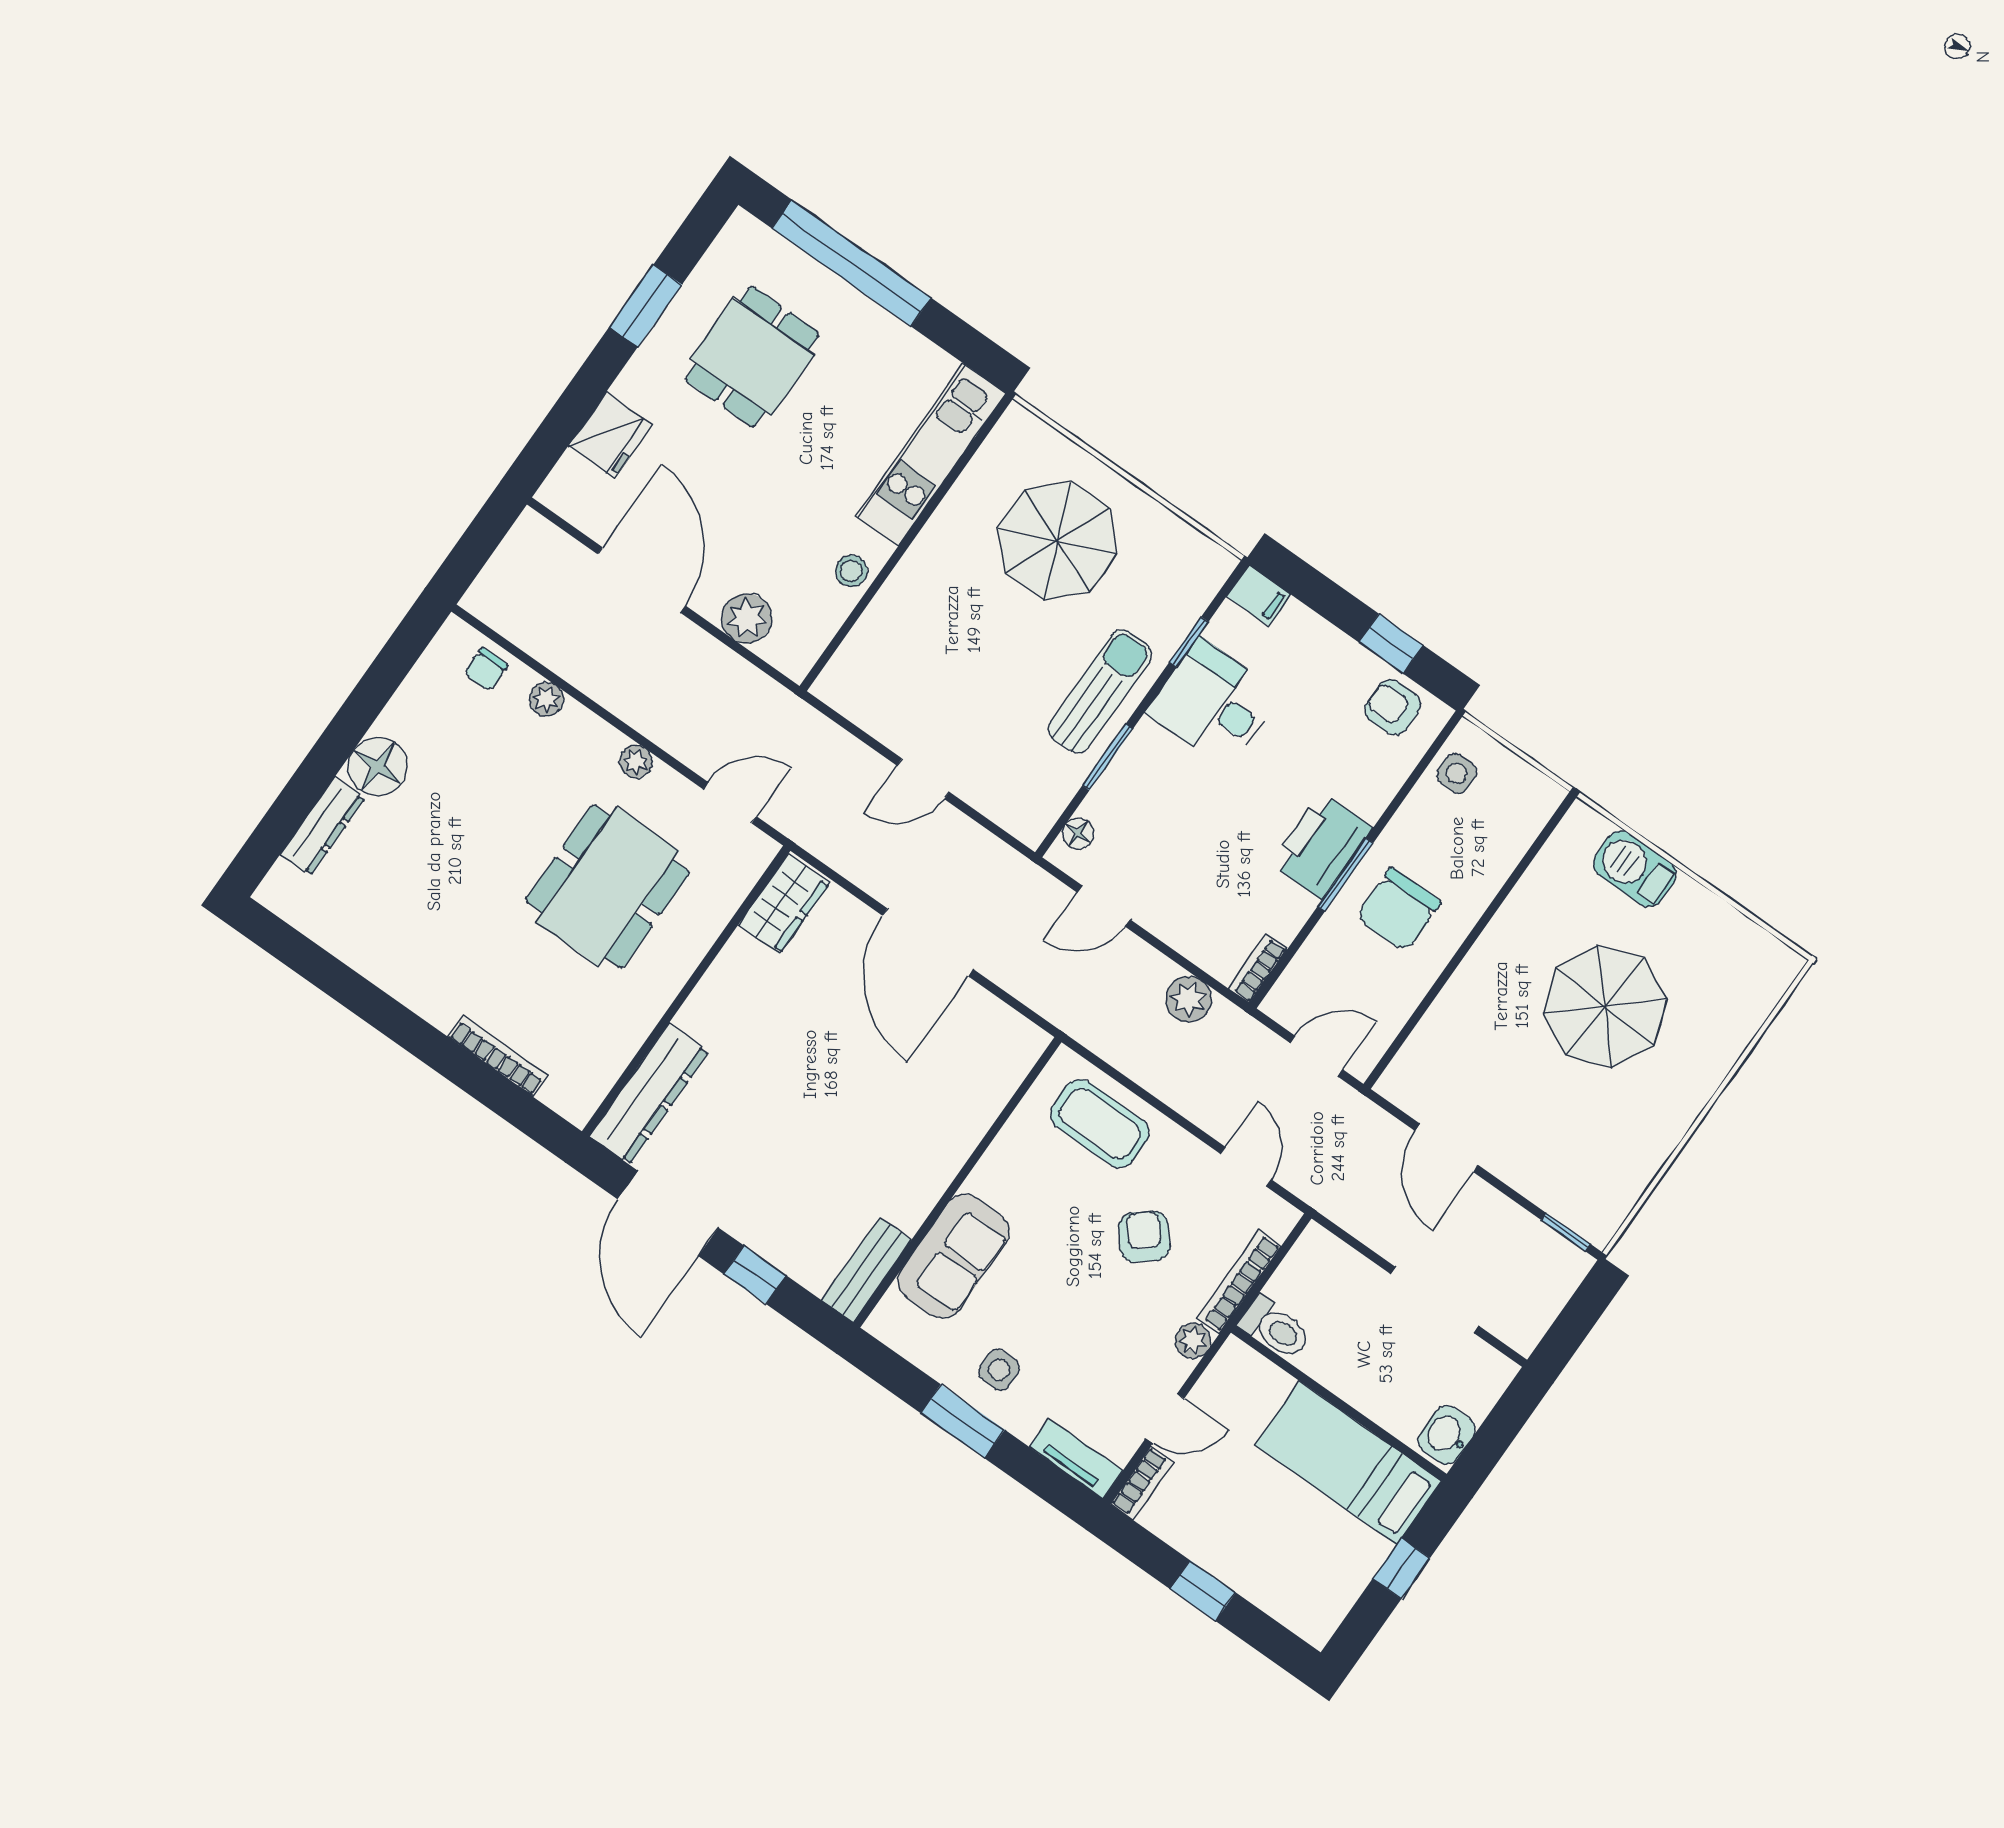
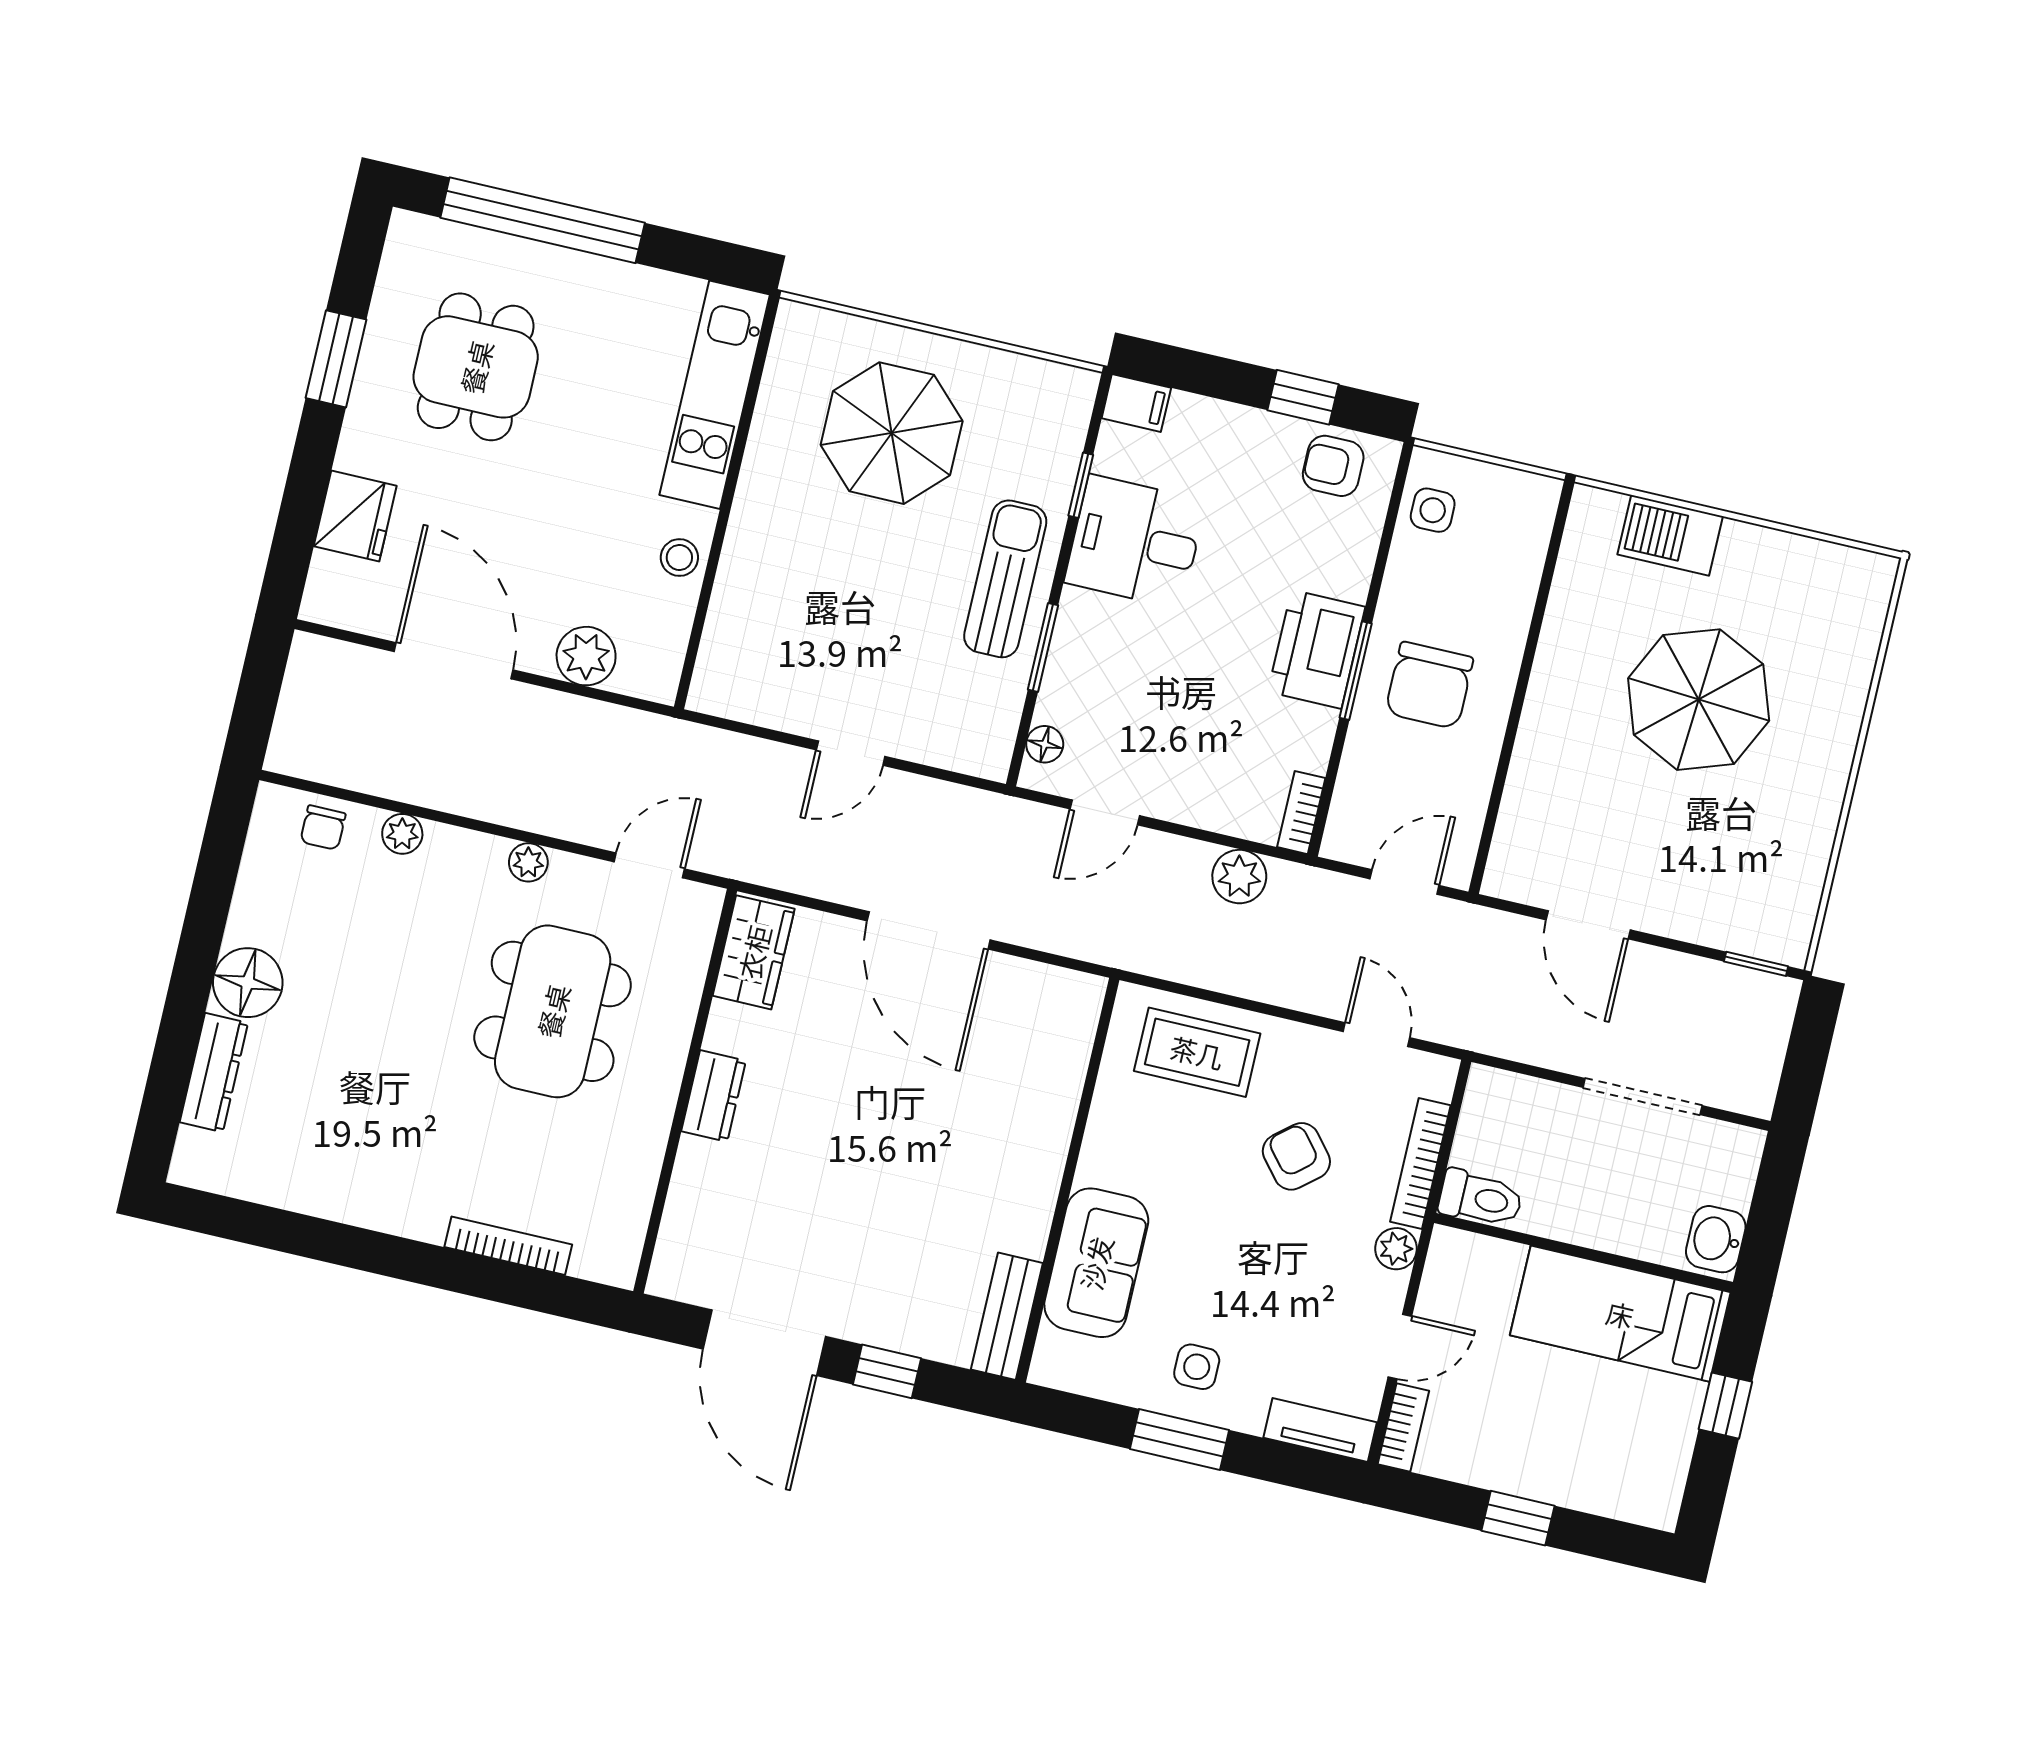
dresser: (649, 1094) -> (714, 1096), moved, width x0.51, depth x0.80

